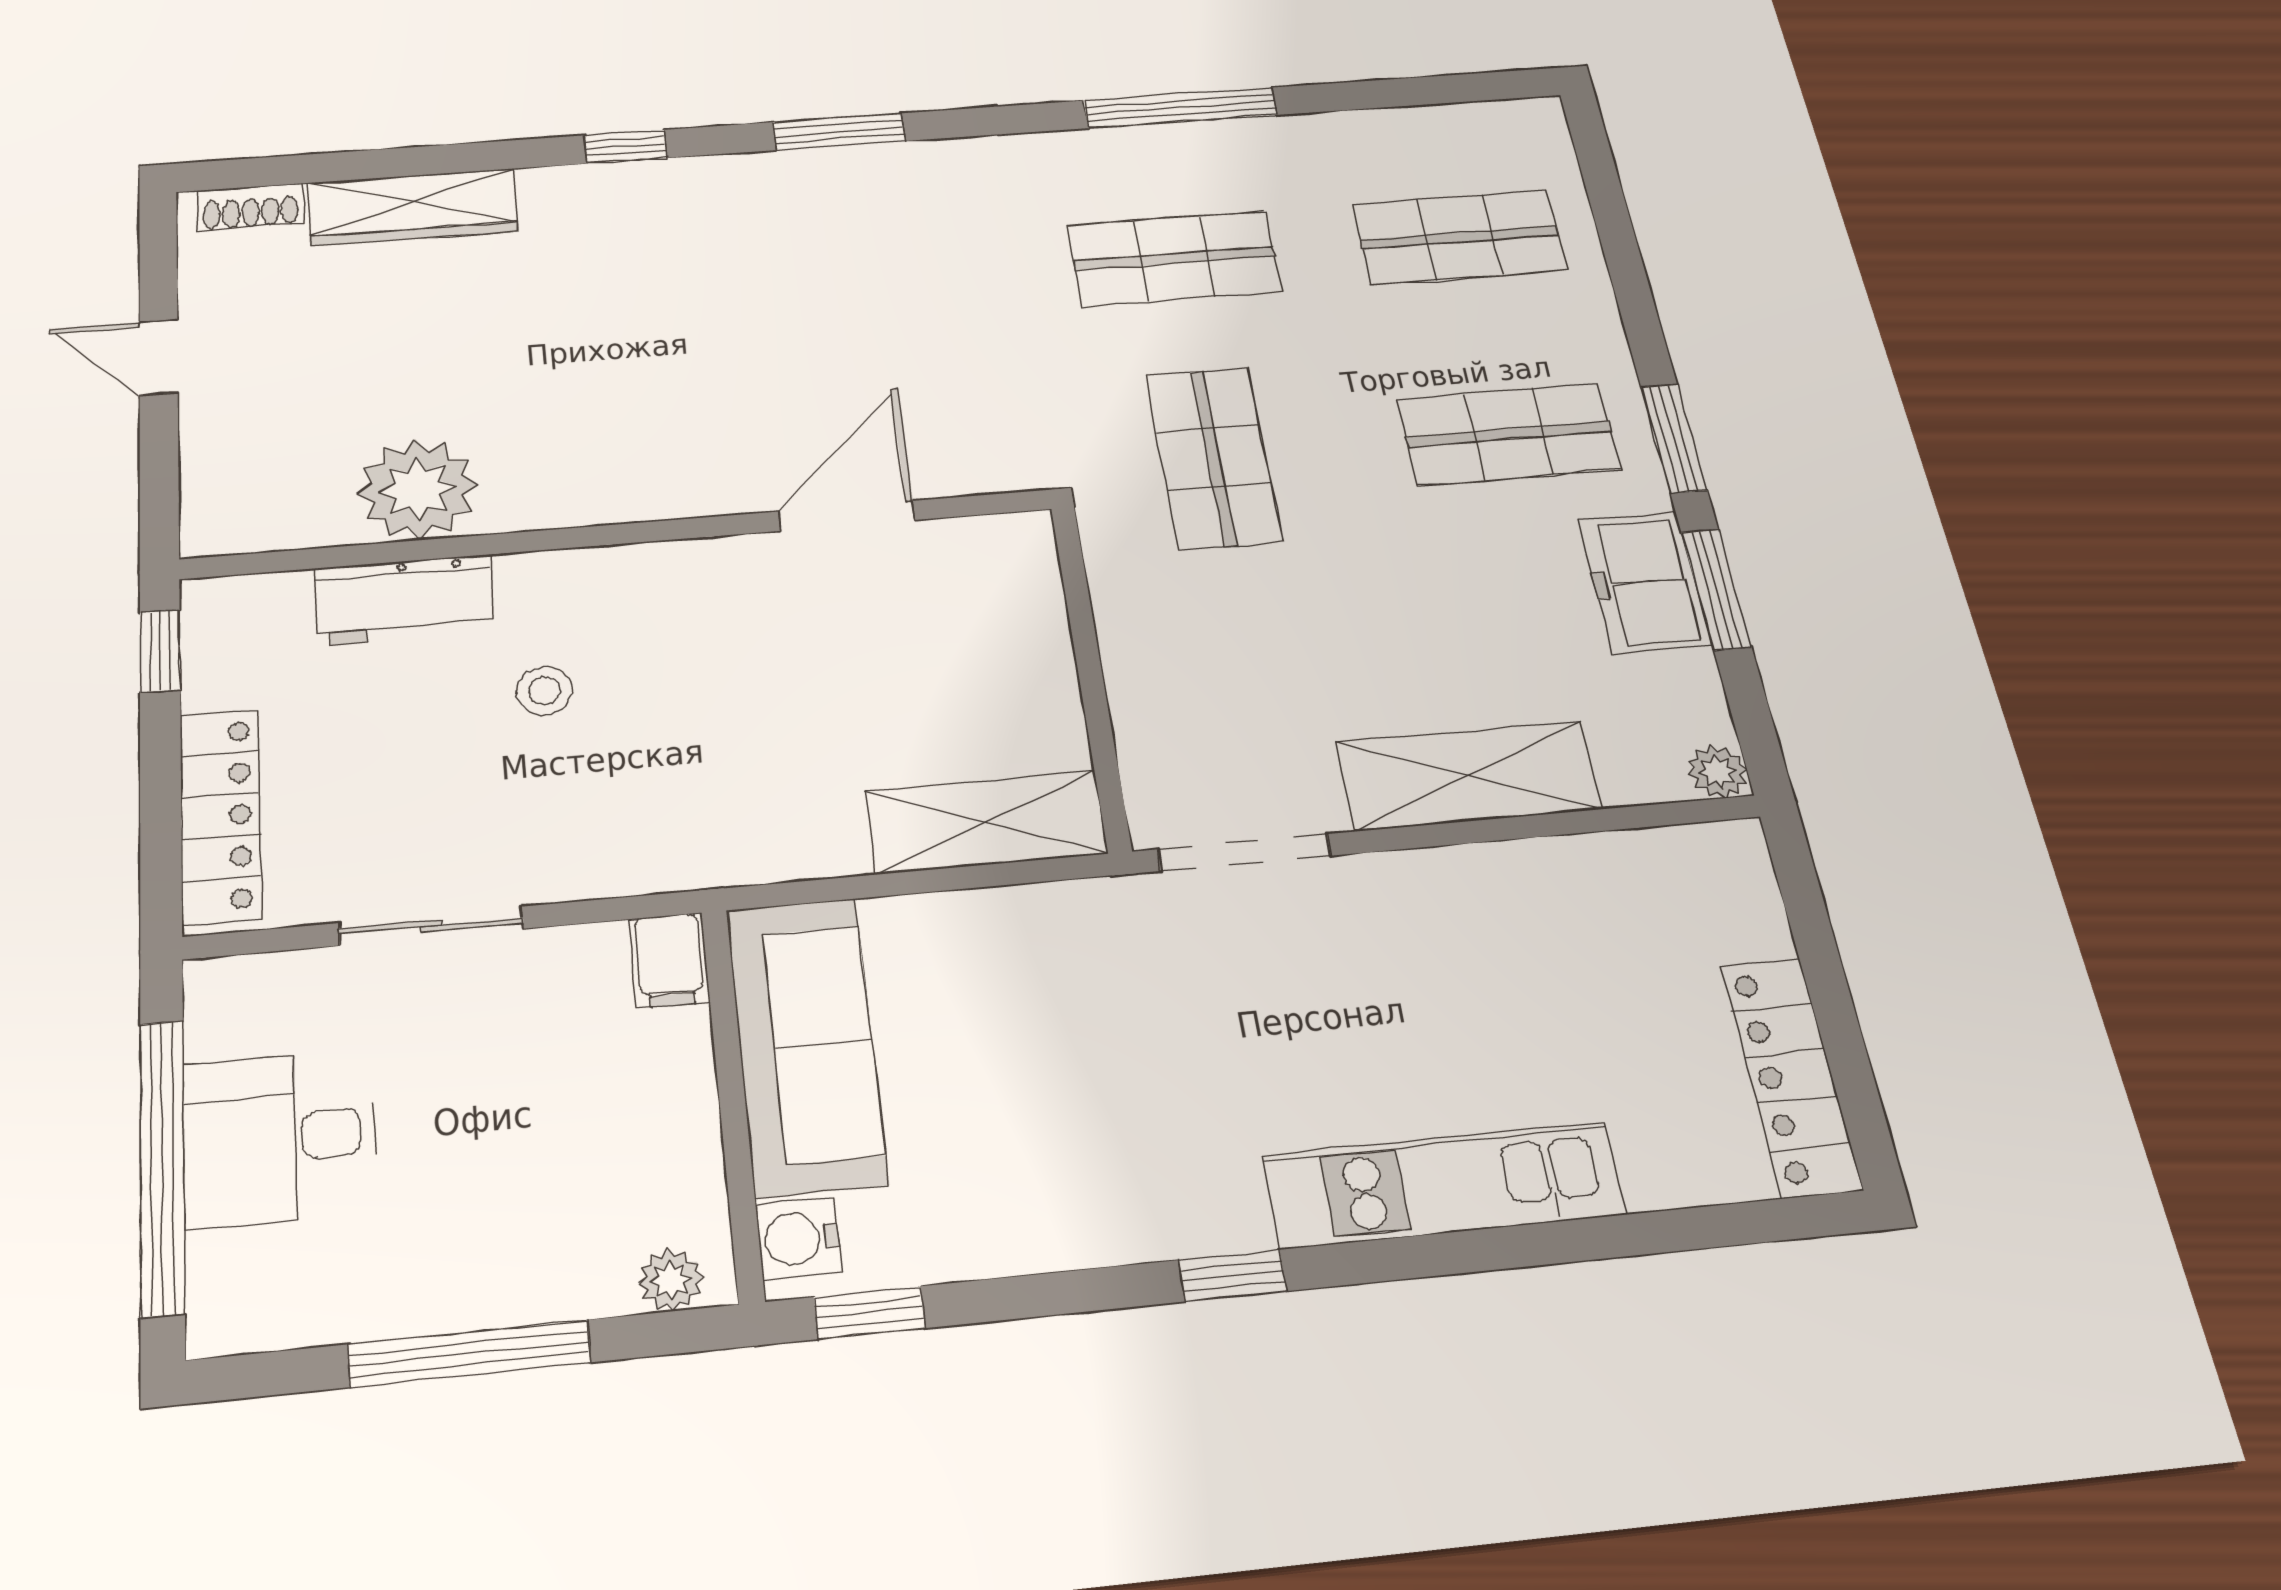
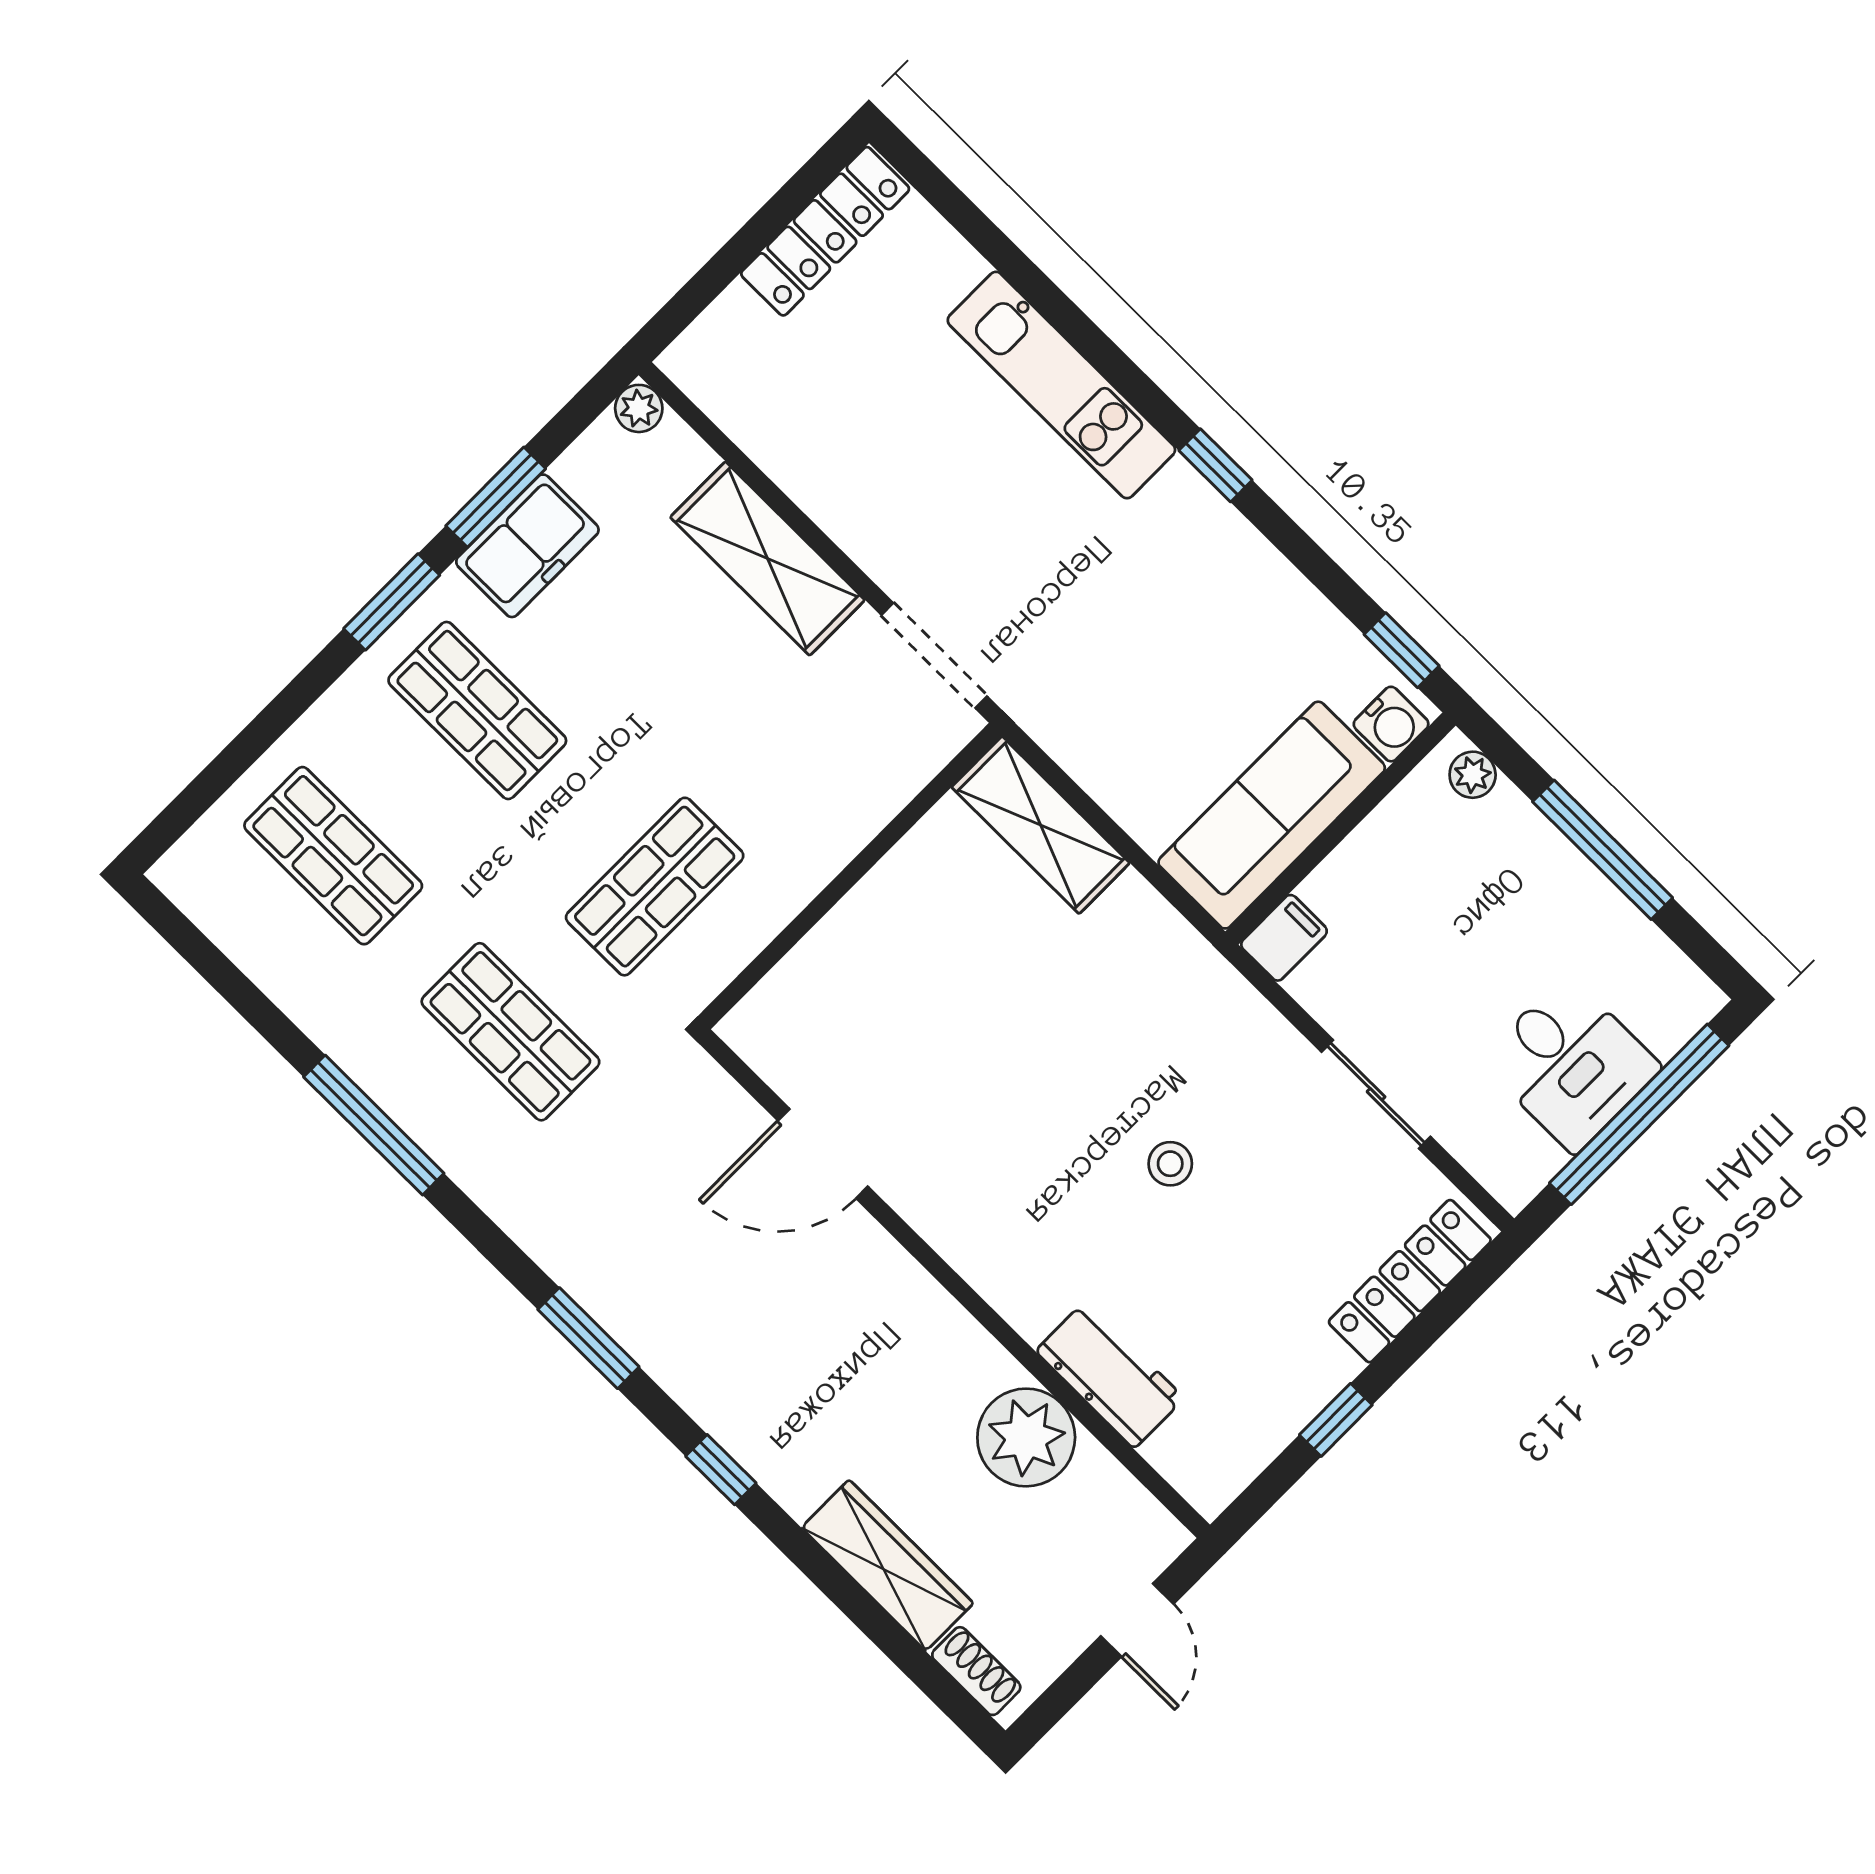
plant: (418, 489) -> (1026, 1437), moved
door: (847, 516) -> (823, 1154), moved
wall: (620, 534) -> (954, 1284), moved
workbench: (404, 600) -> (1110, 1375), moved

